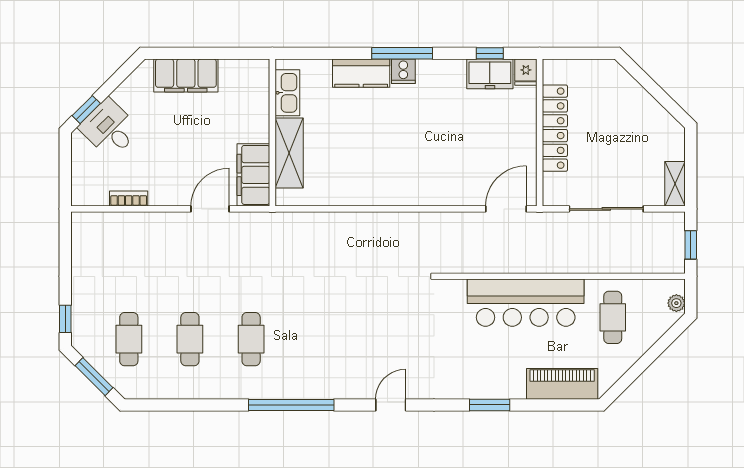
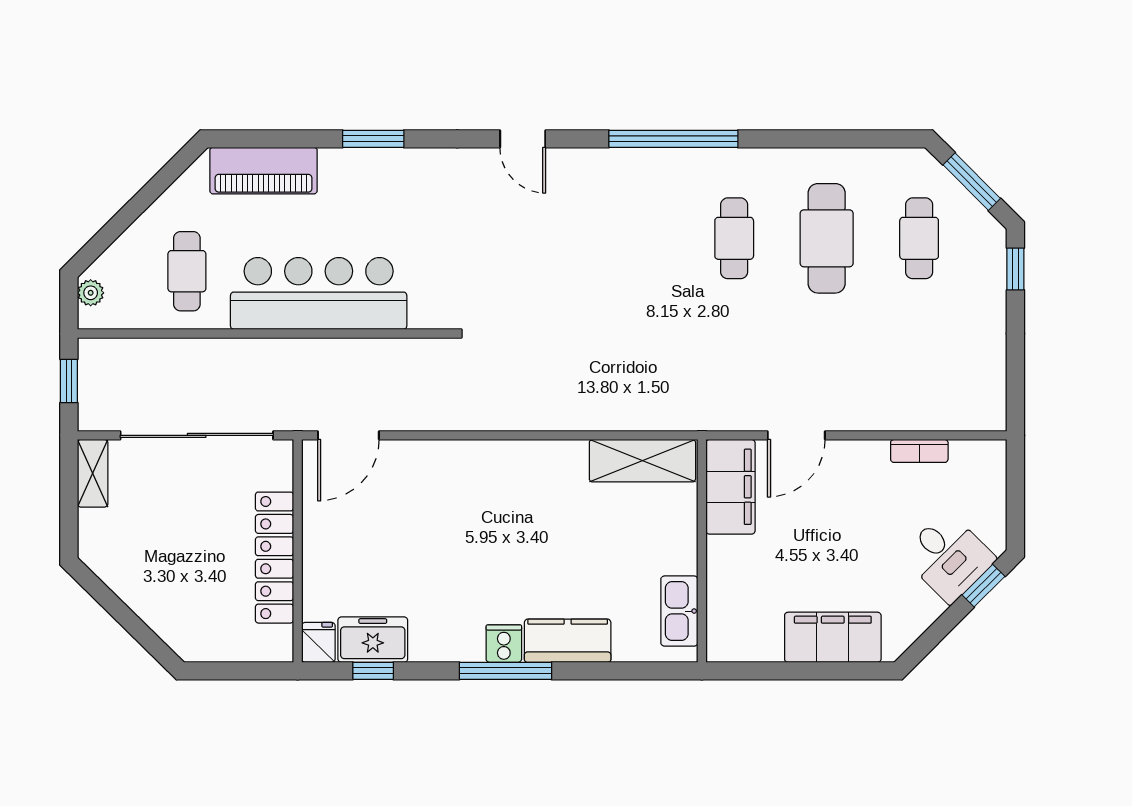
shelving: (289, 153) -> (642, 461), moved, turned 90
sliding door: (606, 209) -> (197, 435), width x1.36
cafe table: (190, 339) -> (827, 238), width x1.37, depth x1.35
door: (391, 405) -> (523, 139), hinge flipped

